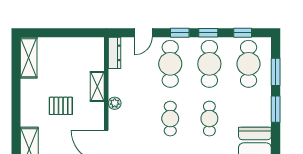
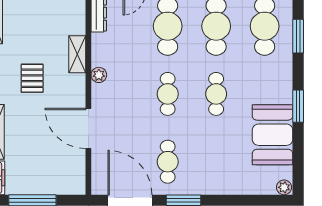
pallet: (61, 106) -> (32, 78), turned 90
window: (276, 109) -> (298, 106), moved

